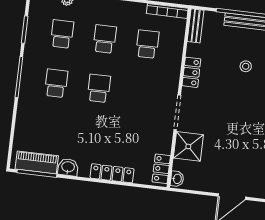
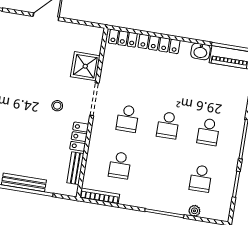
bench: (196, 26) -> (75, 168), moved
school desk: (105, 39) -> (128, 119), moved
stool: (246, 66) -> (57, 106), moved
locker: (161, 169) -> (123, 38), moved, turned 90
washbasin: (177, 179) -> (97, 36), removed

